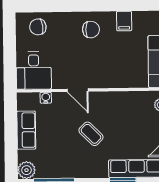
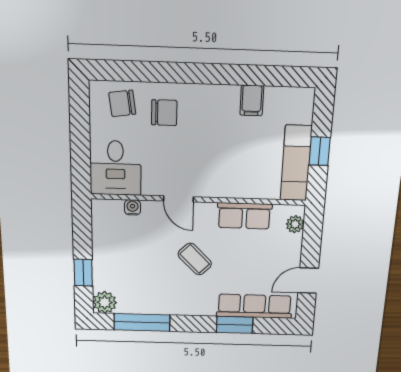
chair: (91, 30) -> (164, 113), moved
row of seats: (26, 130) -> (244, 216), moved, turned 90
window: (11, 148) -> (83, 273), added

